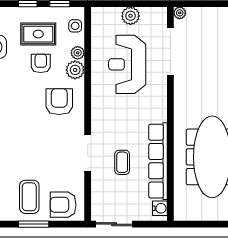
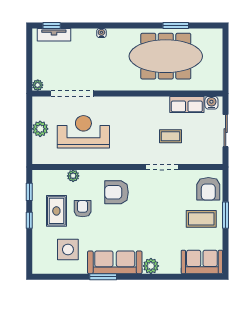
side table: (75, 26) -> (49, 178), removed
armchair: (41, 63) -> (83, 209), turned 90
reception desk: (127, 64) -> (83, 132), turned 180
plant: (75, 70) -> (88, 178), removed
row of seats: (158, 161) -> (187, 104), width x0.50
sliding door: (114, 224) -> (226, 131), moved

